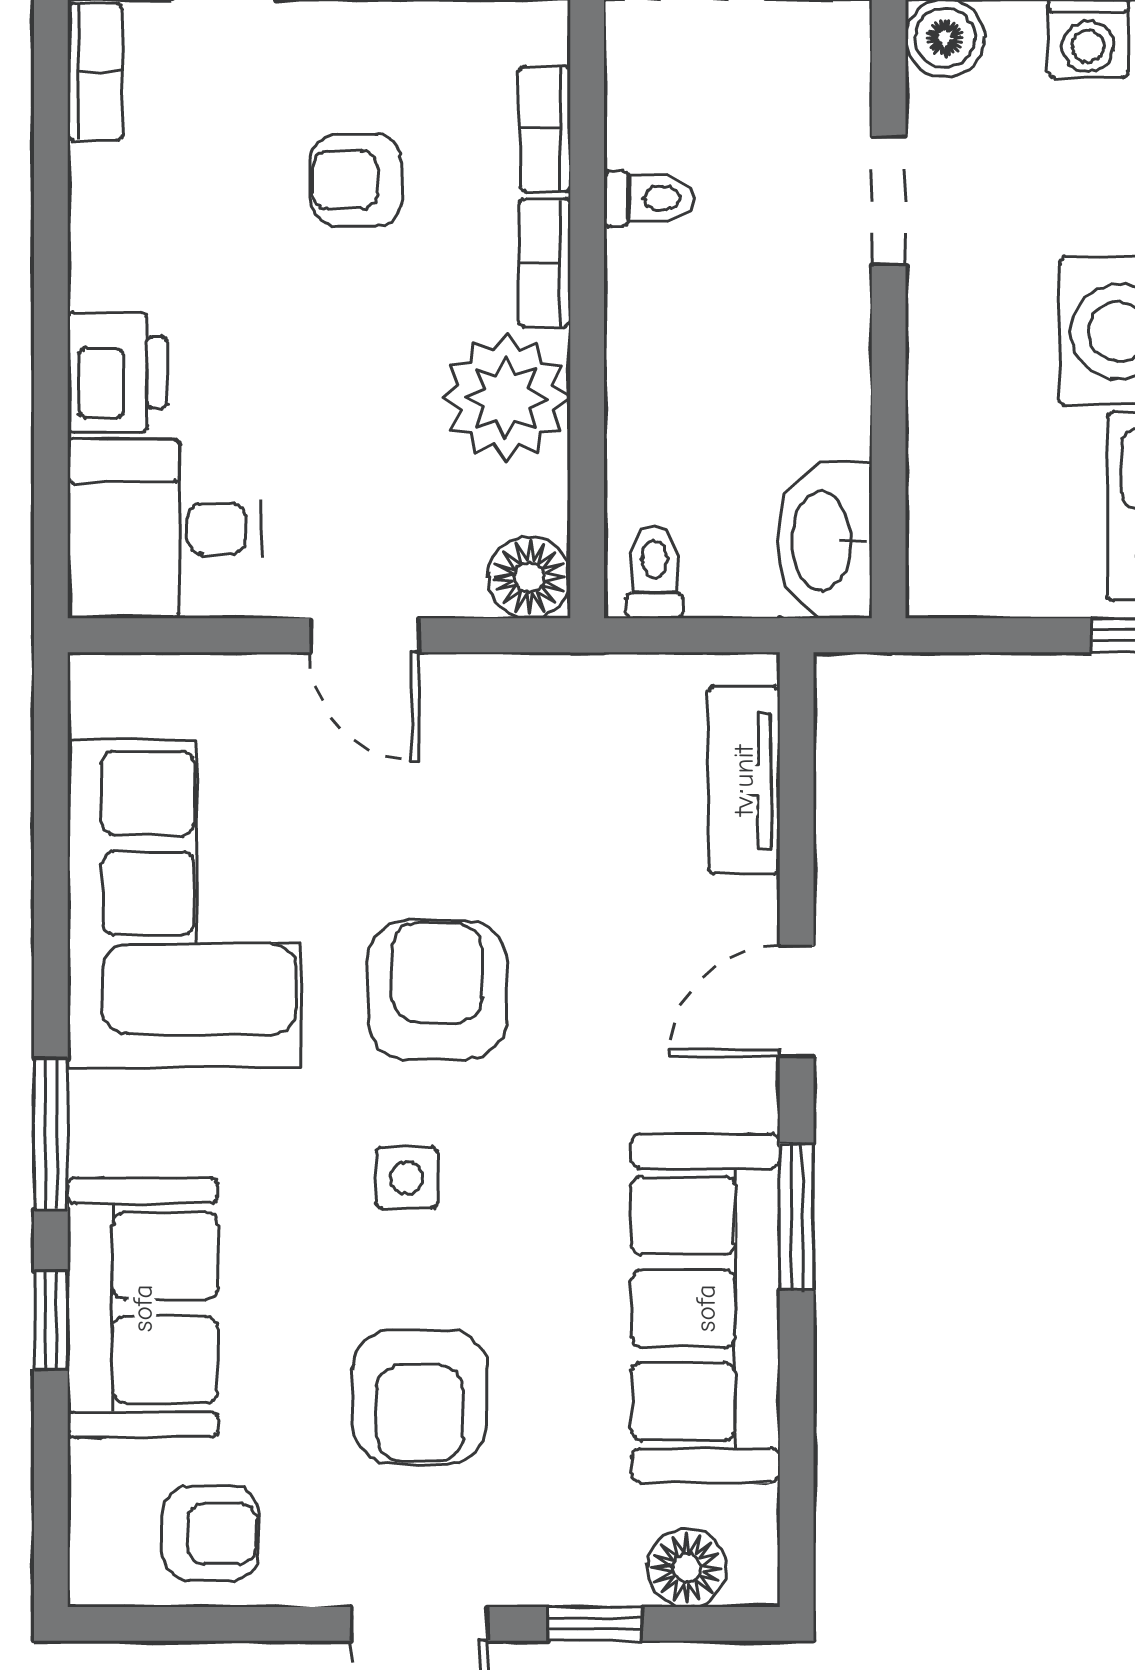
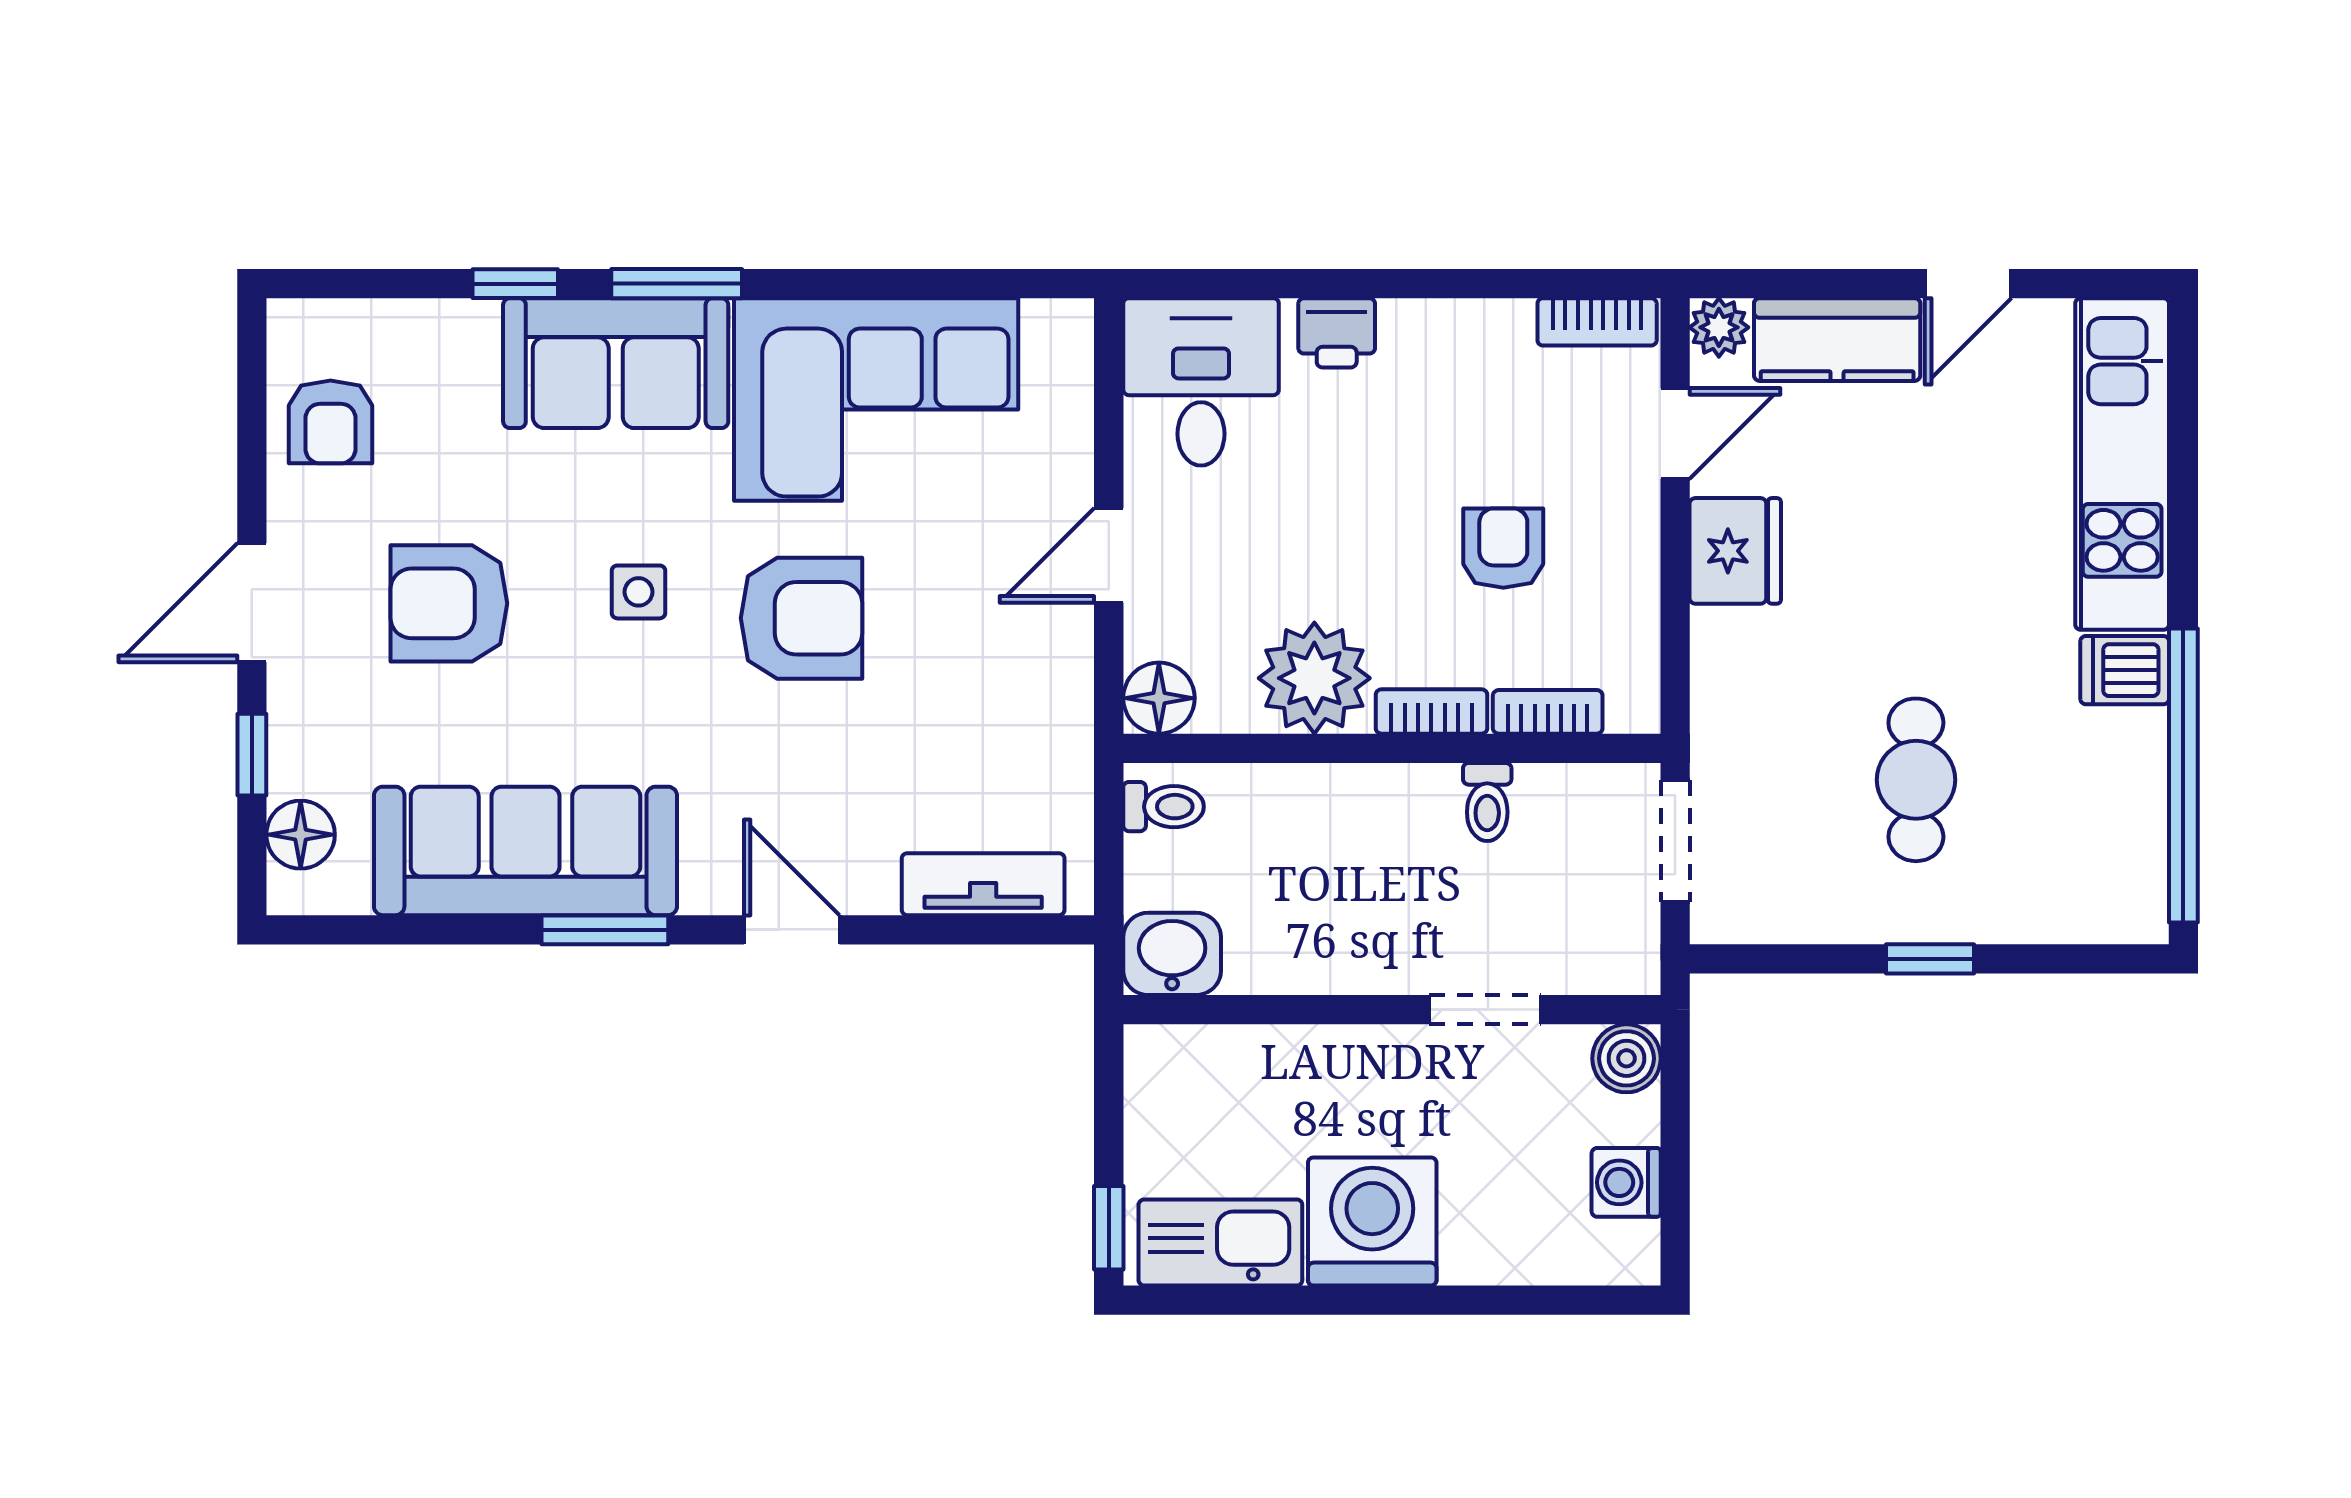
printer: (117, 372) -> (1337, 333), width x0.73, depth x0.81
washbasin: (824, 541) -> (1172, 954), width x0.72
sofa: (143, 1308) -> (616, 363), moved

